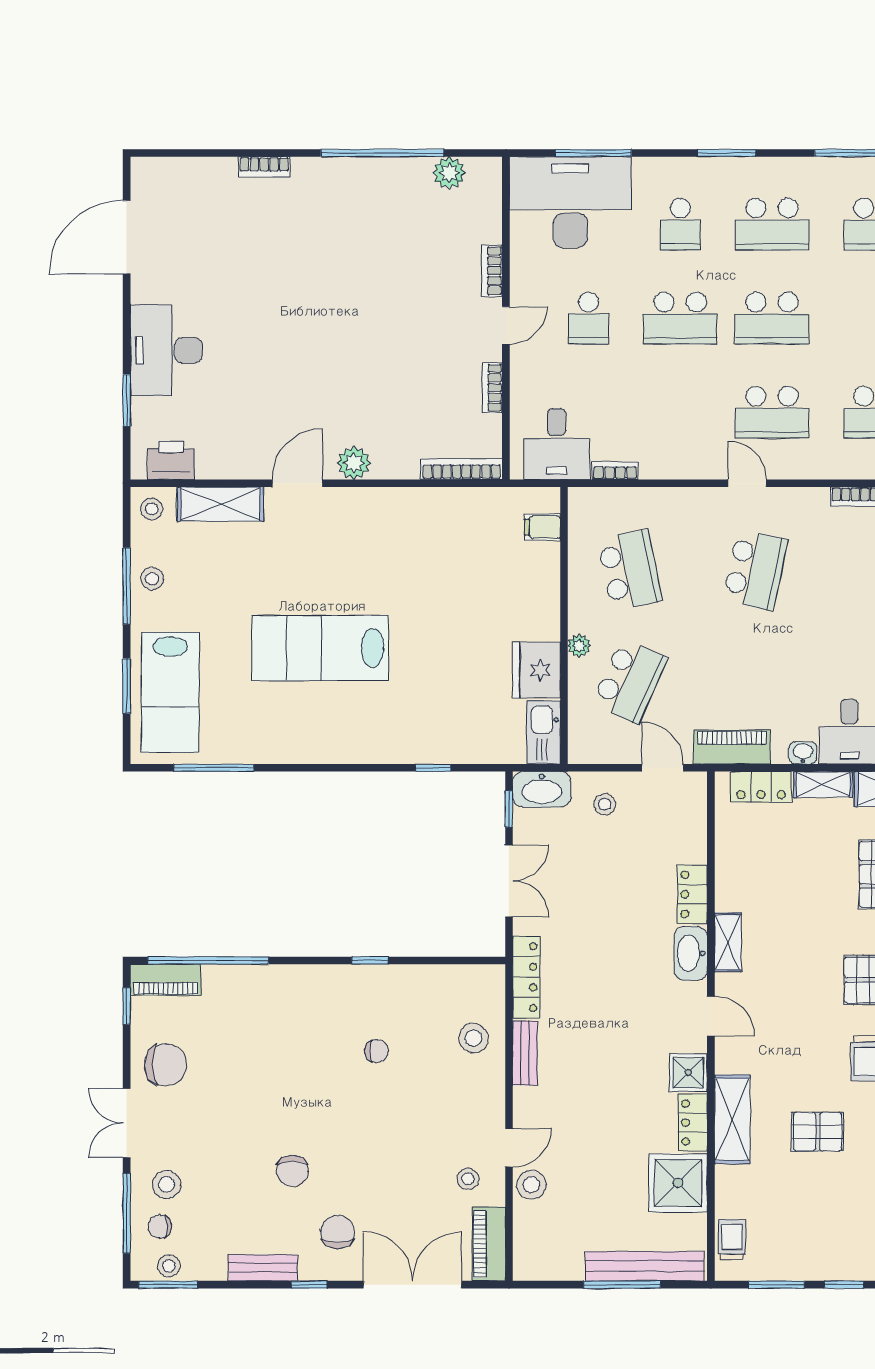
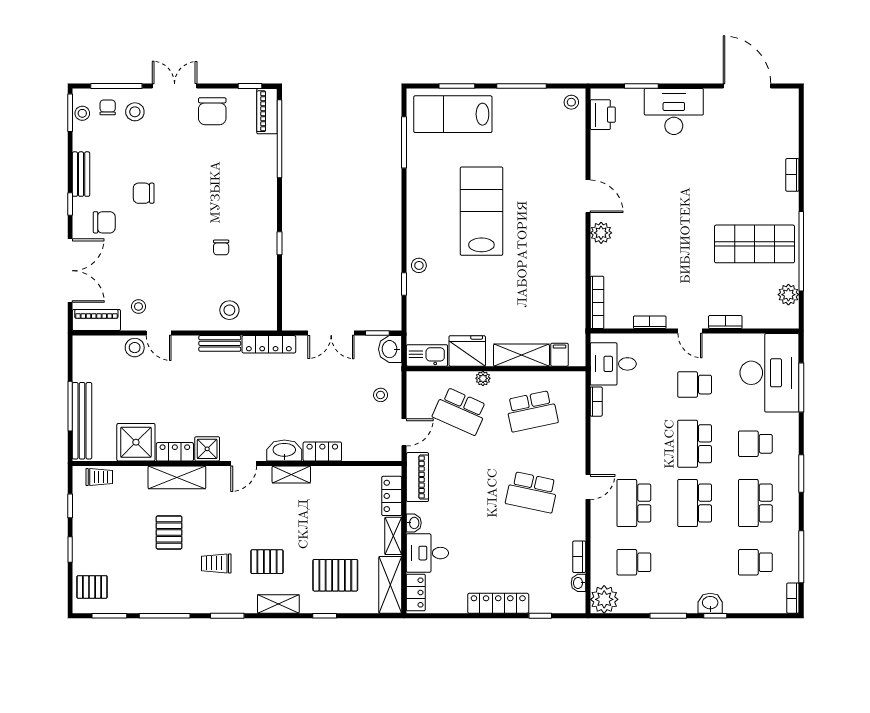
shop shelf: (371, 225) -> (755, 244), added
shelving: (220, 504) -> (521, 355), moved, turned 90
stool: (152, 579) -> (419, 265), moved
washbasin: (542, 789) -> (390, 349), width x0.72
window: (777, 1285) -> (70, 506), width x0.67

